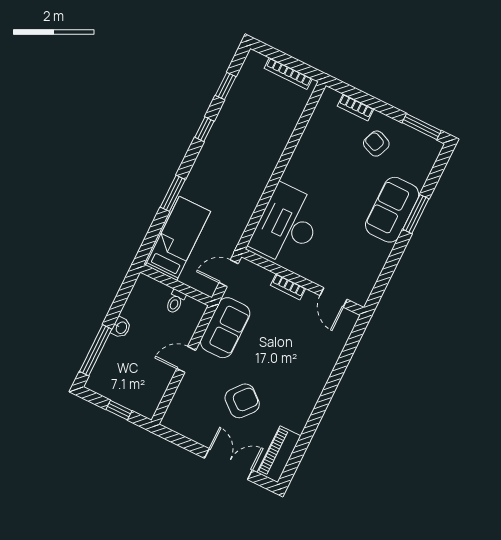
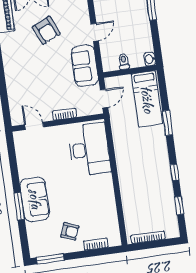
washbasin: (121, 327) -> (150, 59), moved
armchair: (242, 401) -> (46, 30), turned -64

